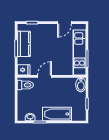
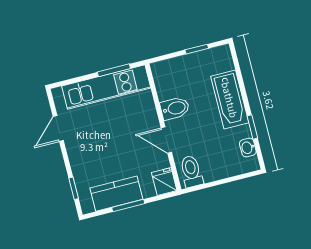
door: (64, 23) -> (58, 129), swing flipped
bidet: (81, 85) -> (175, 108), moved

